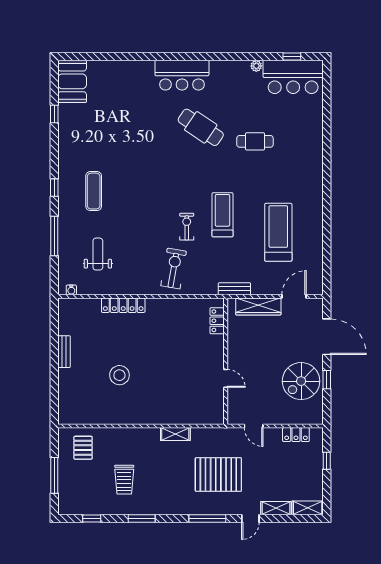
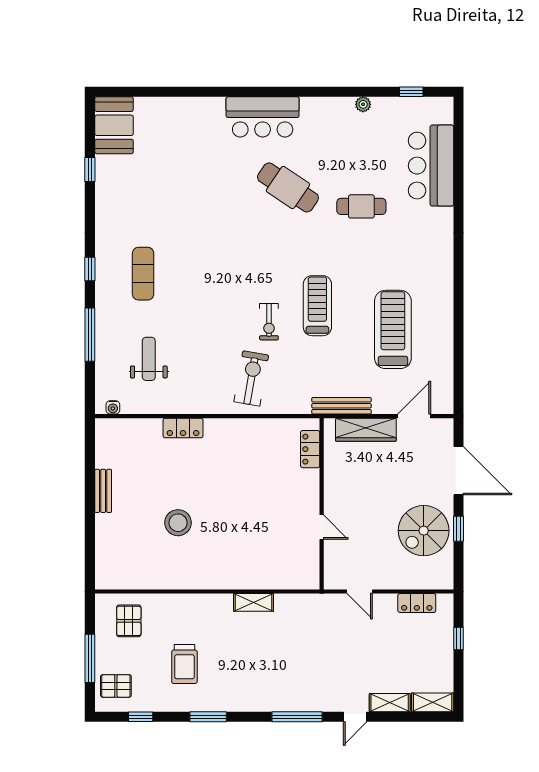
bar counter: (293, 77) -> (431, 166), moved, turned 90
exercise bike: (187, 227) -> (269, 322), turned 180
bench: (234, 289) -> (341, 406), width x1.36
locker: (123, 305) -> (183, 428), width x0.66
pallet: (218, 474) -> (116, 686), moved, width x0.49, depth x0.50

